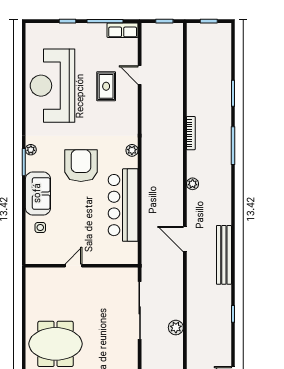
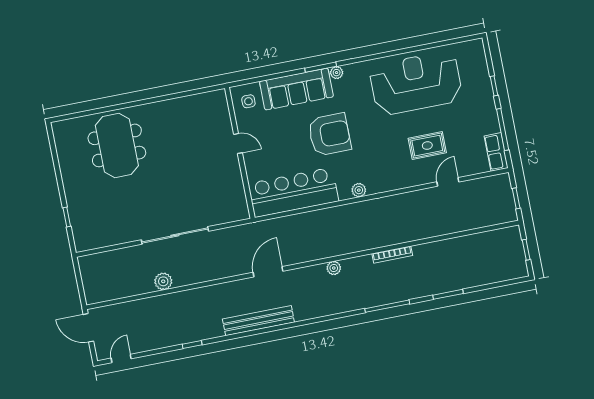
sofa: (38, 193) -> (296, 89), width x1.36
door: (74, 266) -> (238, 143), moved
wall: (82, 266) -> (240, 153), moved

